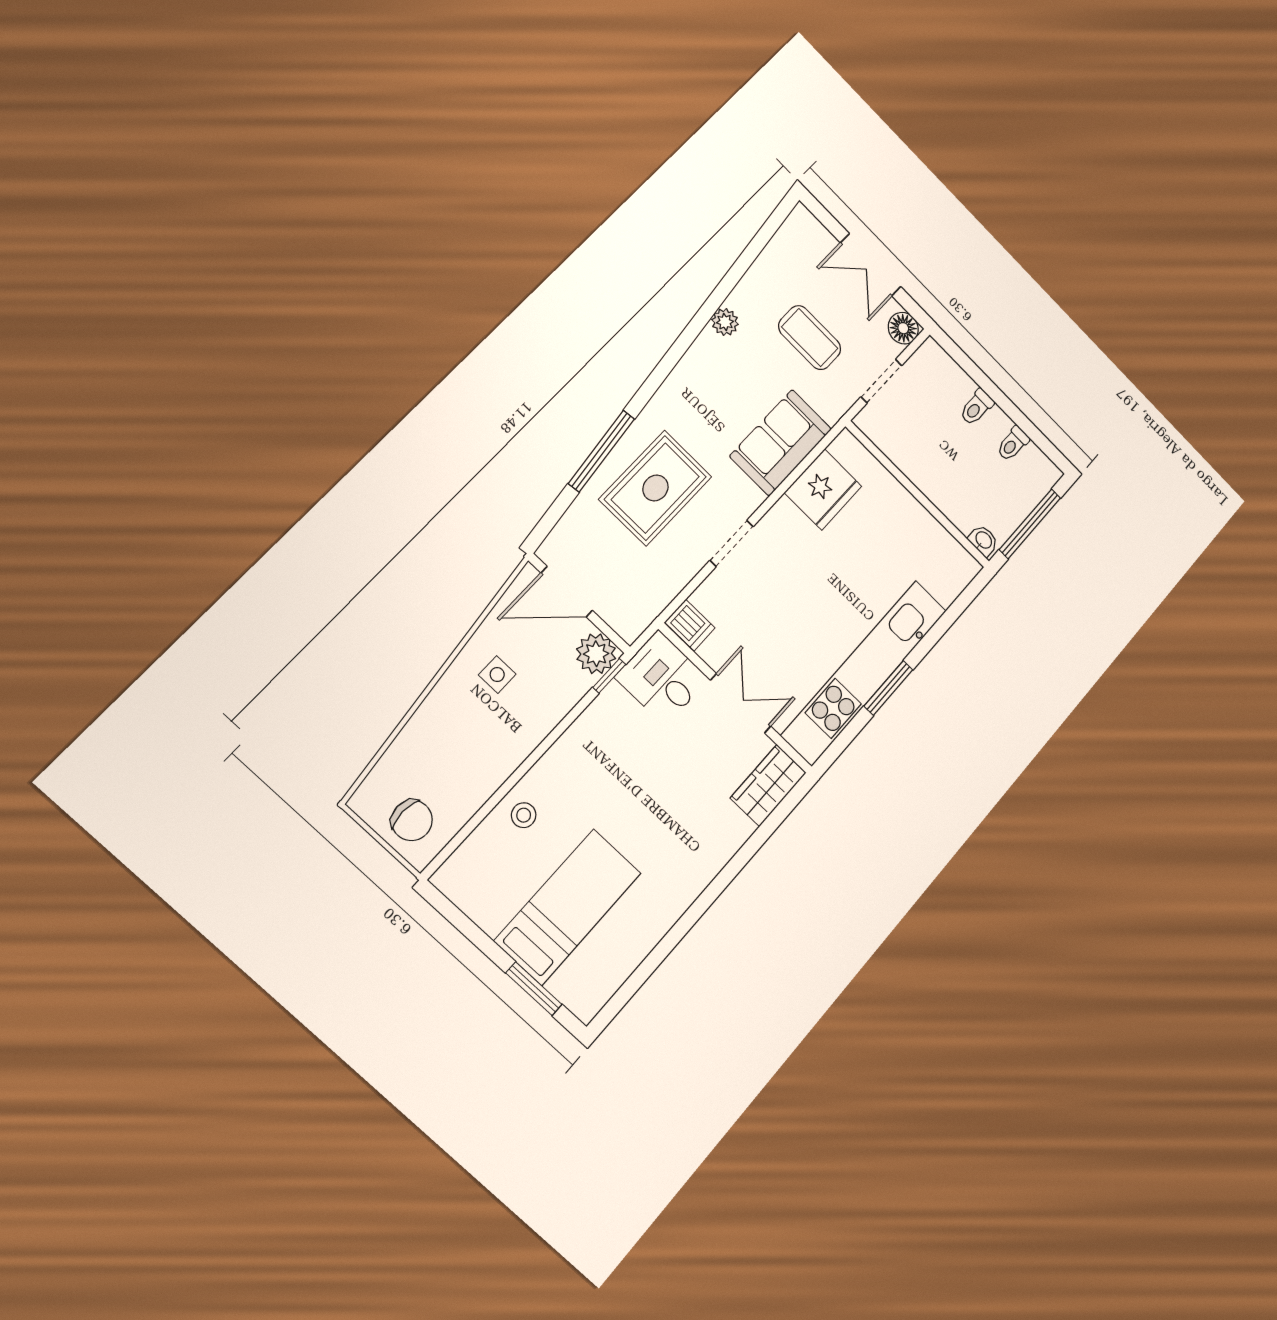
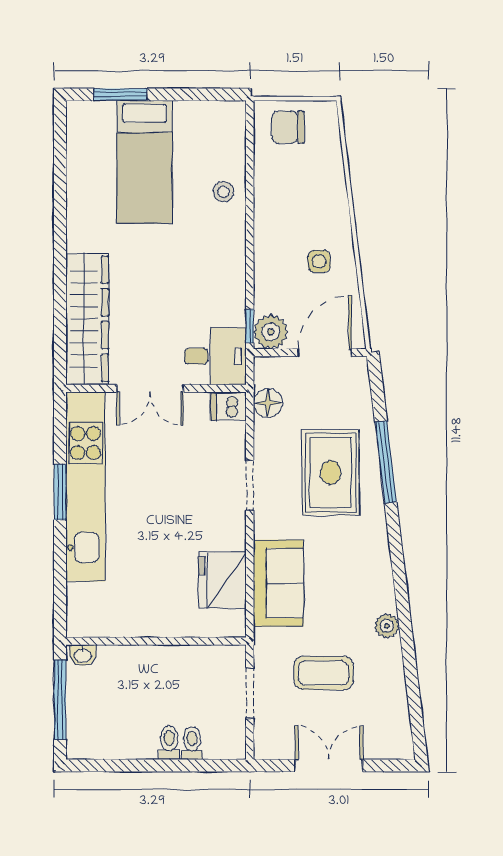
floor lamp: (903, 328) -> (268, 403), moved
toilet: (1013, 444) -> (192, 743), moved
wardrobe: (768, 786) -> (87, 319), width x2.10, depth x1.17

